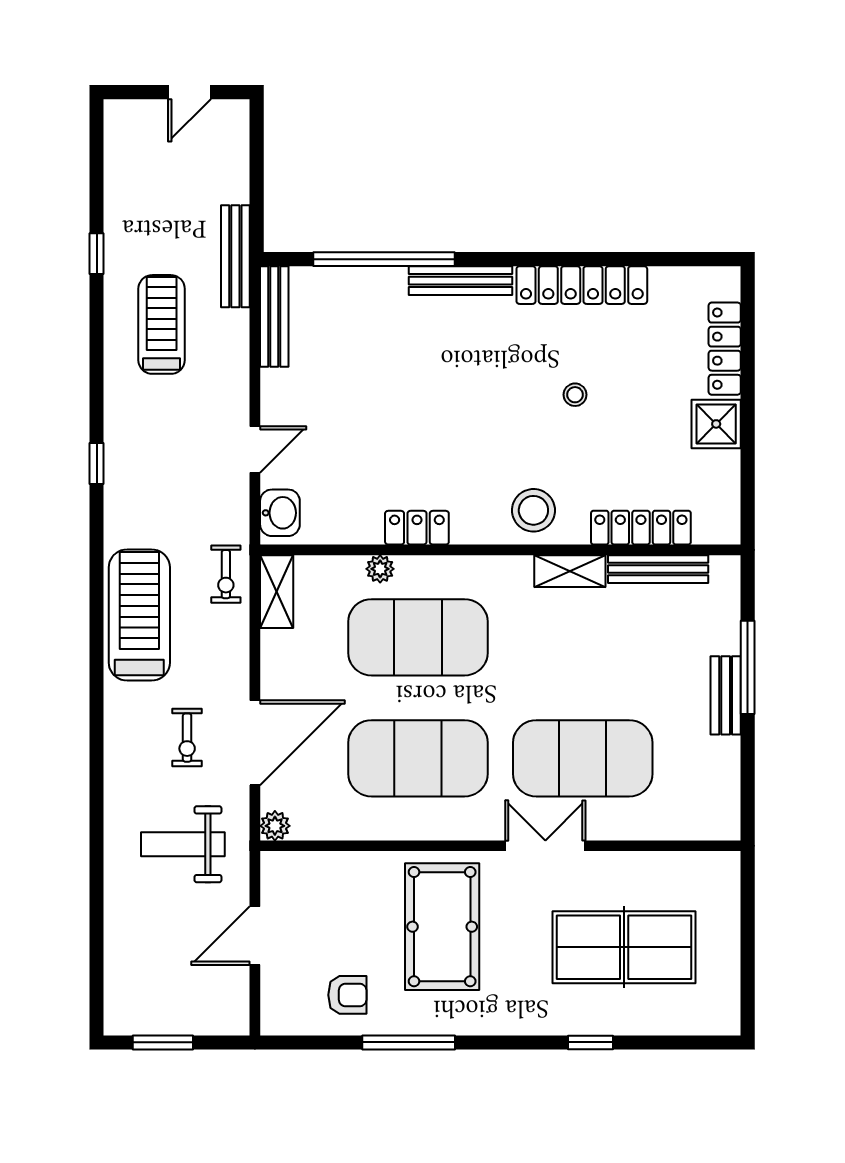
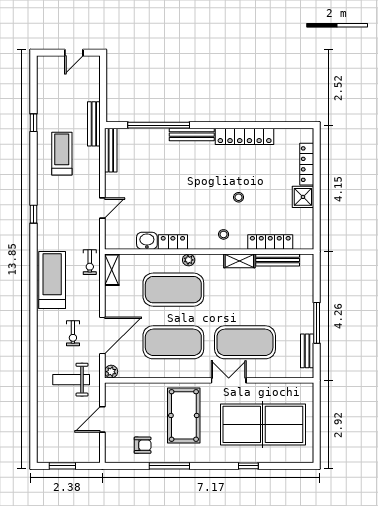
stool: (575, 395) -> (239, 197), moved
stool: (533, 510) -> (224, 234), width x0.53, depth x0.53
washbasin: (280, 513) -> (147, 241), moved, turned -90
plant: (380, 569) -> (189, 260), moved
window: (748, 667) -> (317, 323), moved
bench: (726, 695) -> (307, 351), moved
table tennis table: (624, 947) -> (263, 424), width x1.36, depth x1.32

